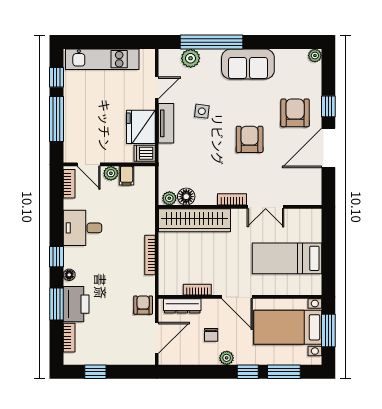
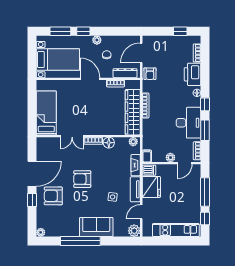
window: (211, 42) -> (80, 241), moved
plant: (191, 58) -> (134, 231), moved
sofa: (248, 64) -> (96, 227), moved
armchair: (295, 113) -> (53, 196), turned 90
armchair: (250, 139) -> (82, 179), turned 90
fireplace: (166, 161) -> (136, 165), added
door: (89, 164) -> (185, 163), swing flipped
filing cabinet: (127, 176) -> (147, 156), moved
floor lamp: (186, 197) -> (109, 143), moved
double door: (266, 207) -> (72, 136), swing flipped
wardrobe: (194, 220) -> (133, 112), moved, turned -90
desk: (82, 228) -> (188, 123), width x1.37
bed: (287, 258) -> (46, 113), moved, turned -90
window: (57, 304) -> (205, 130), moved
window: (328, 331) -> (32, 57), removed

